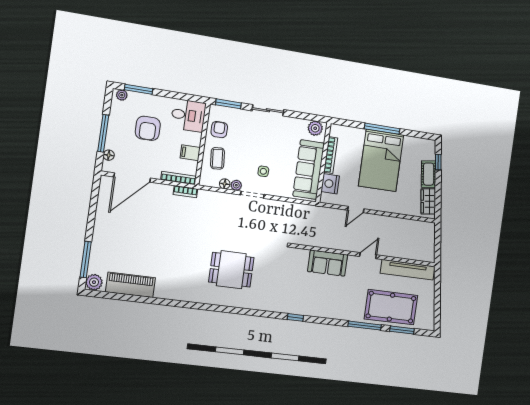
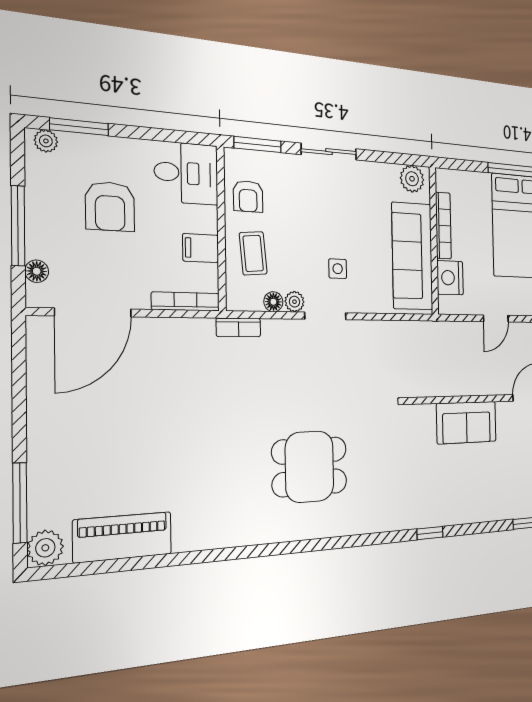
armchair: (219, 130) -> (248, 196), turned 180
bookcase: (185, 192) -> (238, 327), moved

